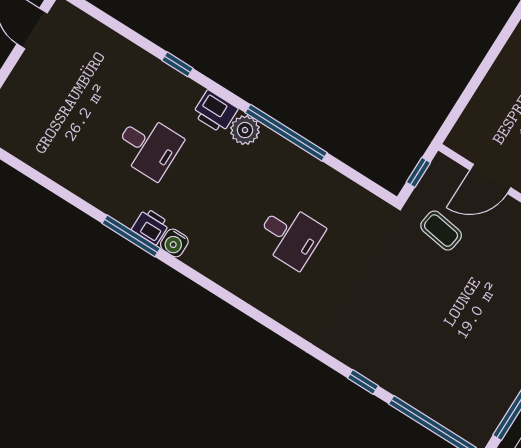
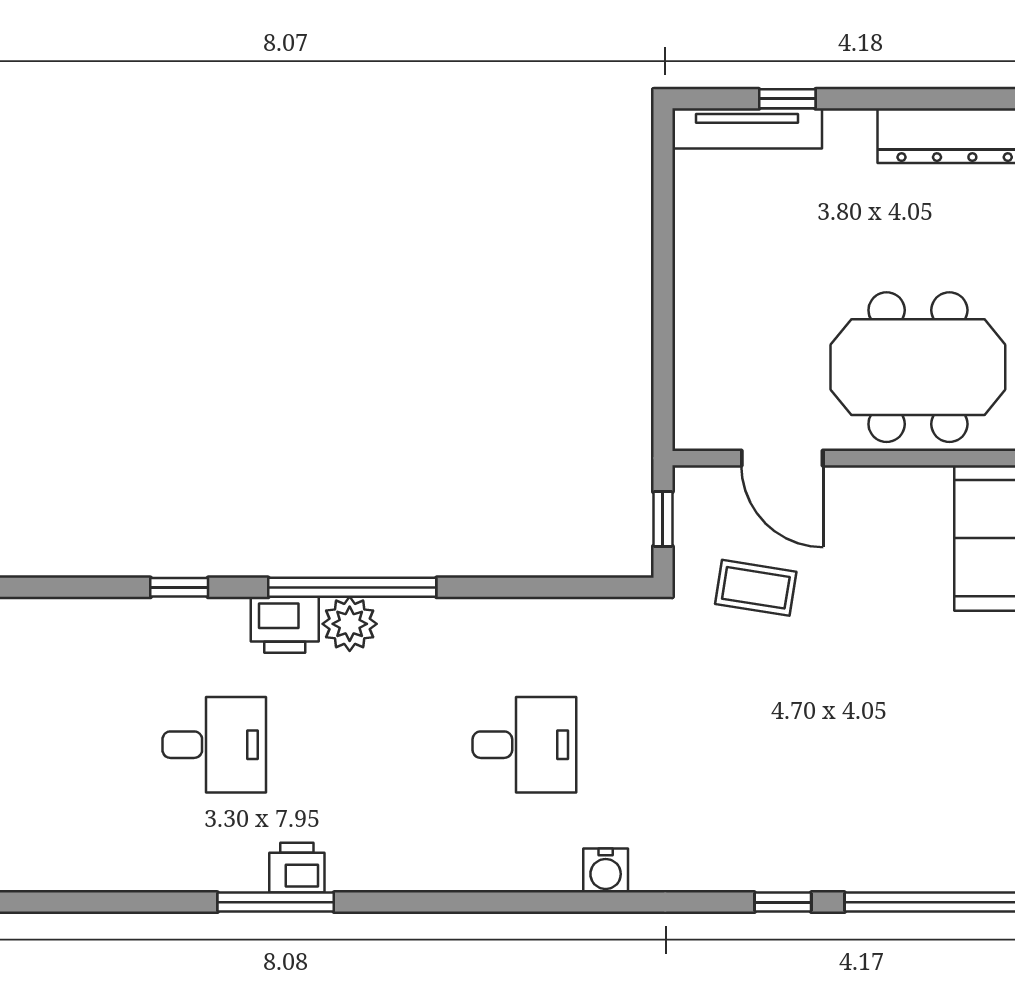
window: (286, 133) -> (352, 587), moved
door: (490, 179) -> (782, 458), hinge flipped
water cooler: (174, 243) -> (606, 870), moved

